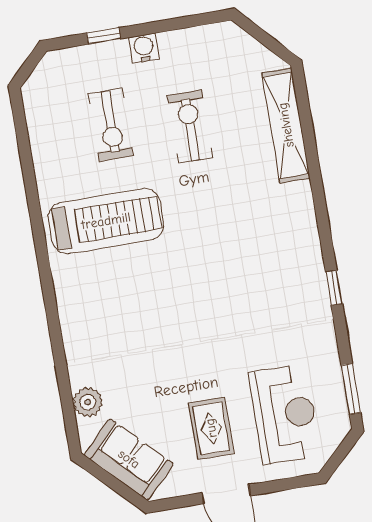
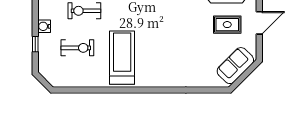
plant: (88, 402) -> (205, 80), removed

